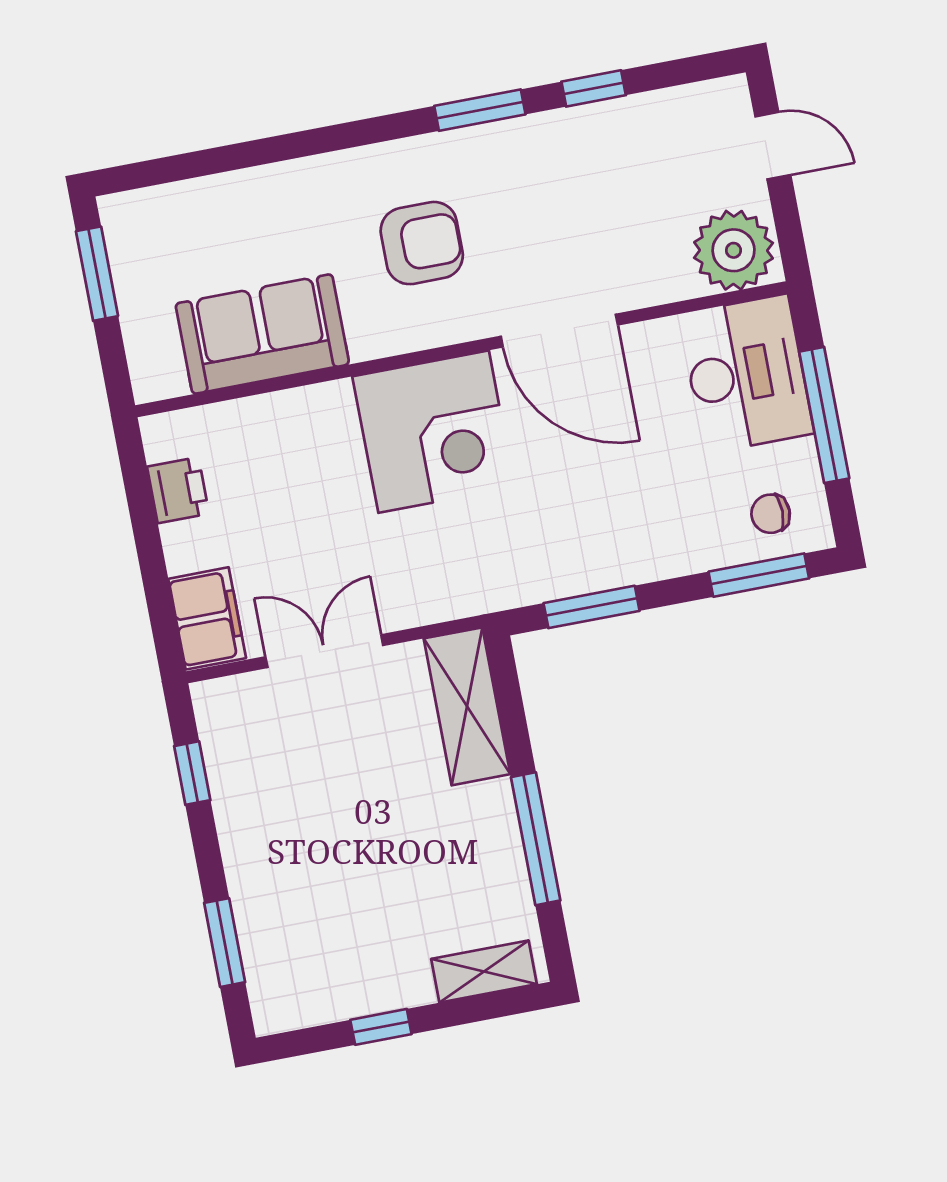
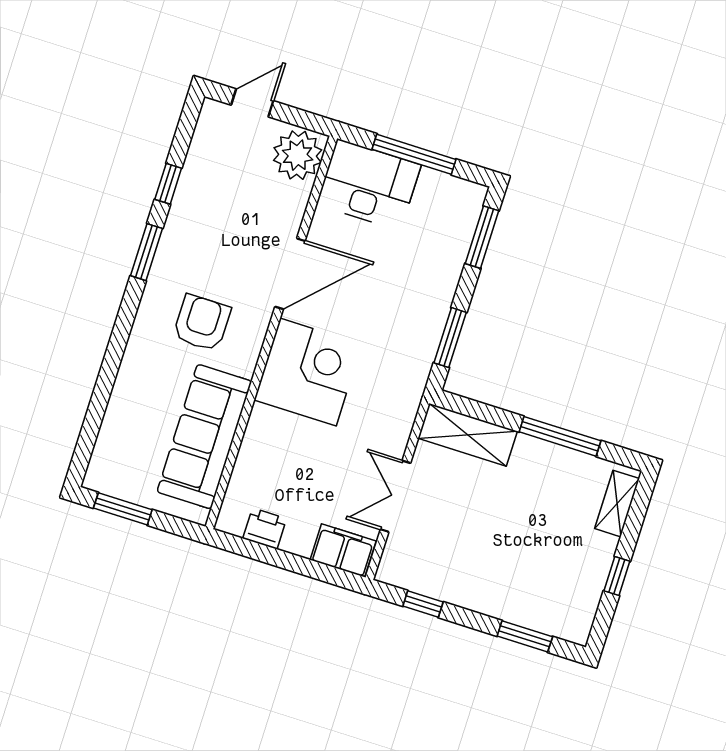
sofa: (262, 334) -> (204, 437), width x1.36
chair: (771, 514) -> (452, 213), removed

